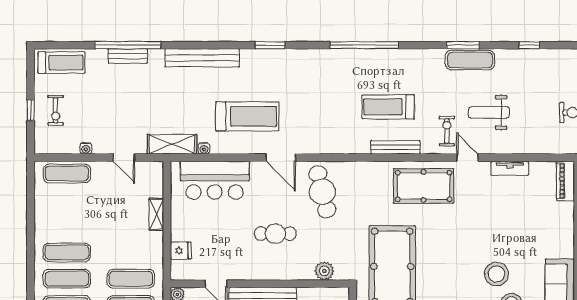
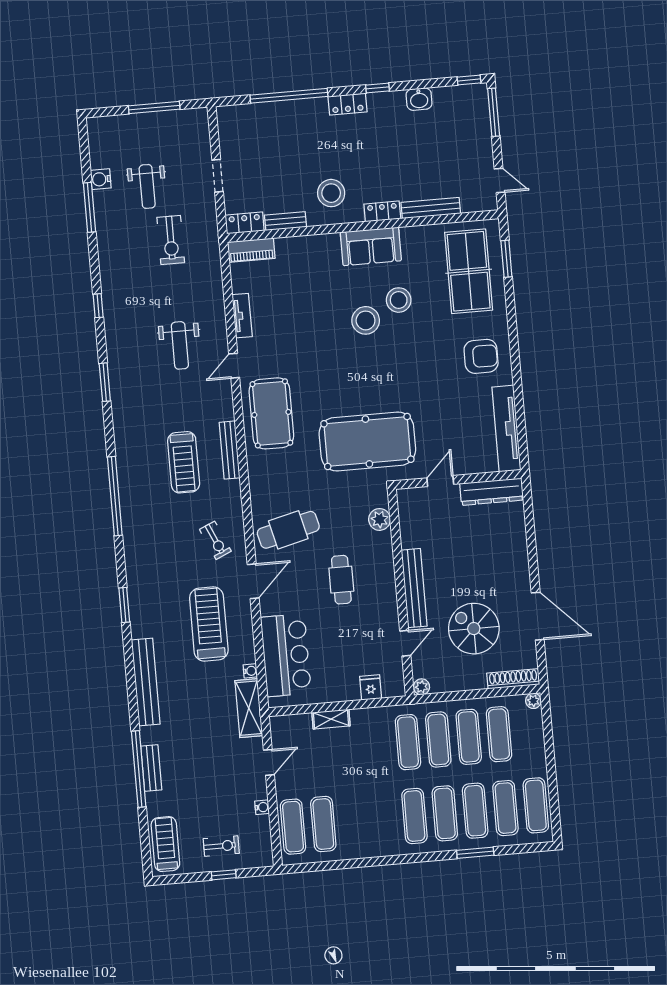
exercise mat: (470, 60) -> (121, 373), removed
exercise bike: (447, 131) -> (215, 540), moved, turned -114
exercise mat: (67, 252) -> (323, 824), moved

